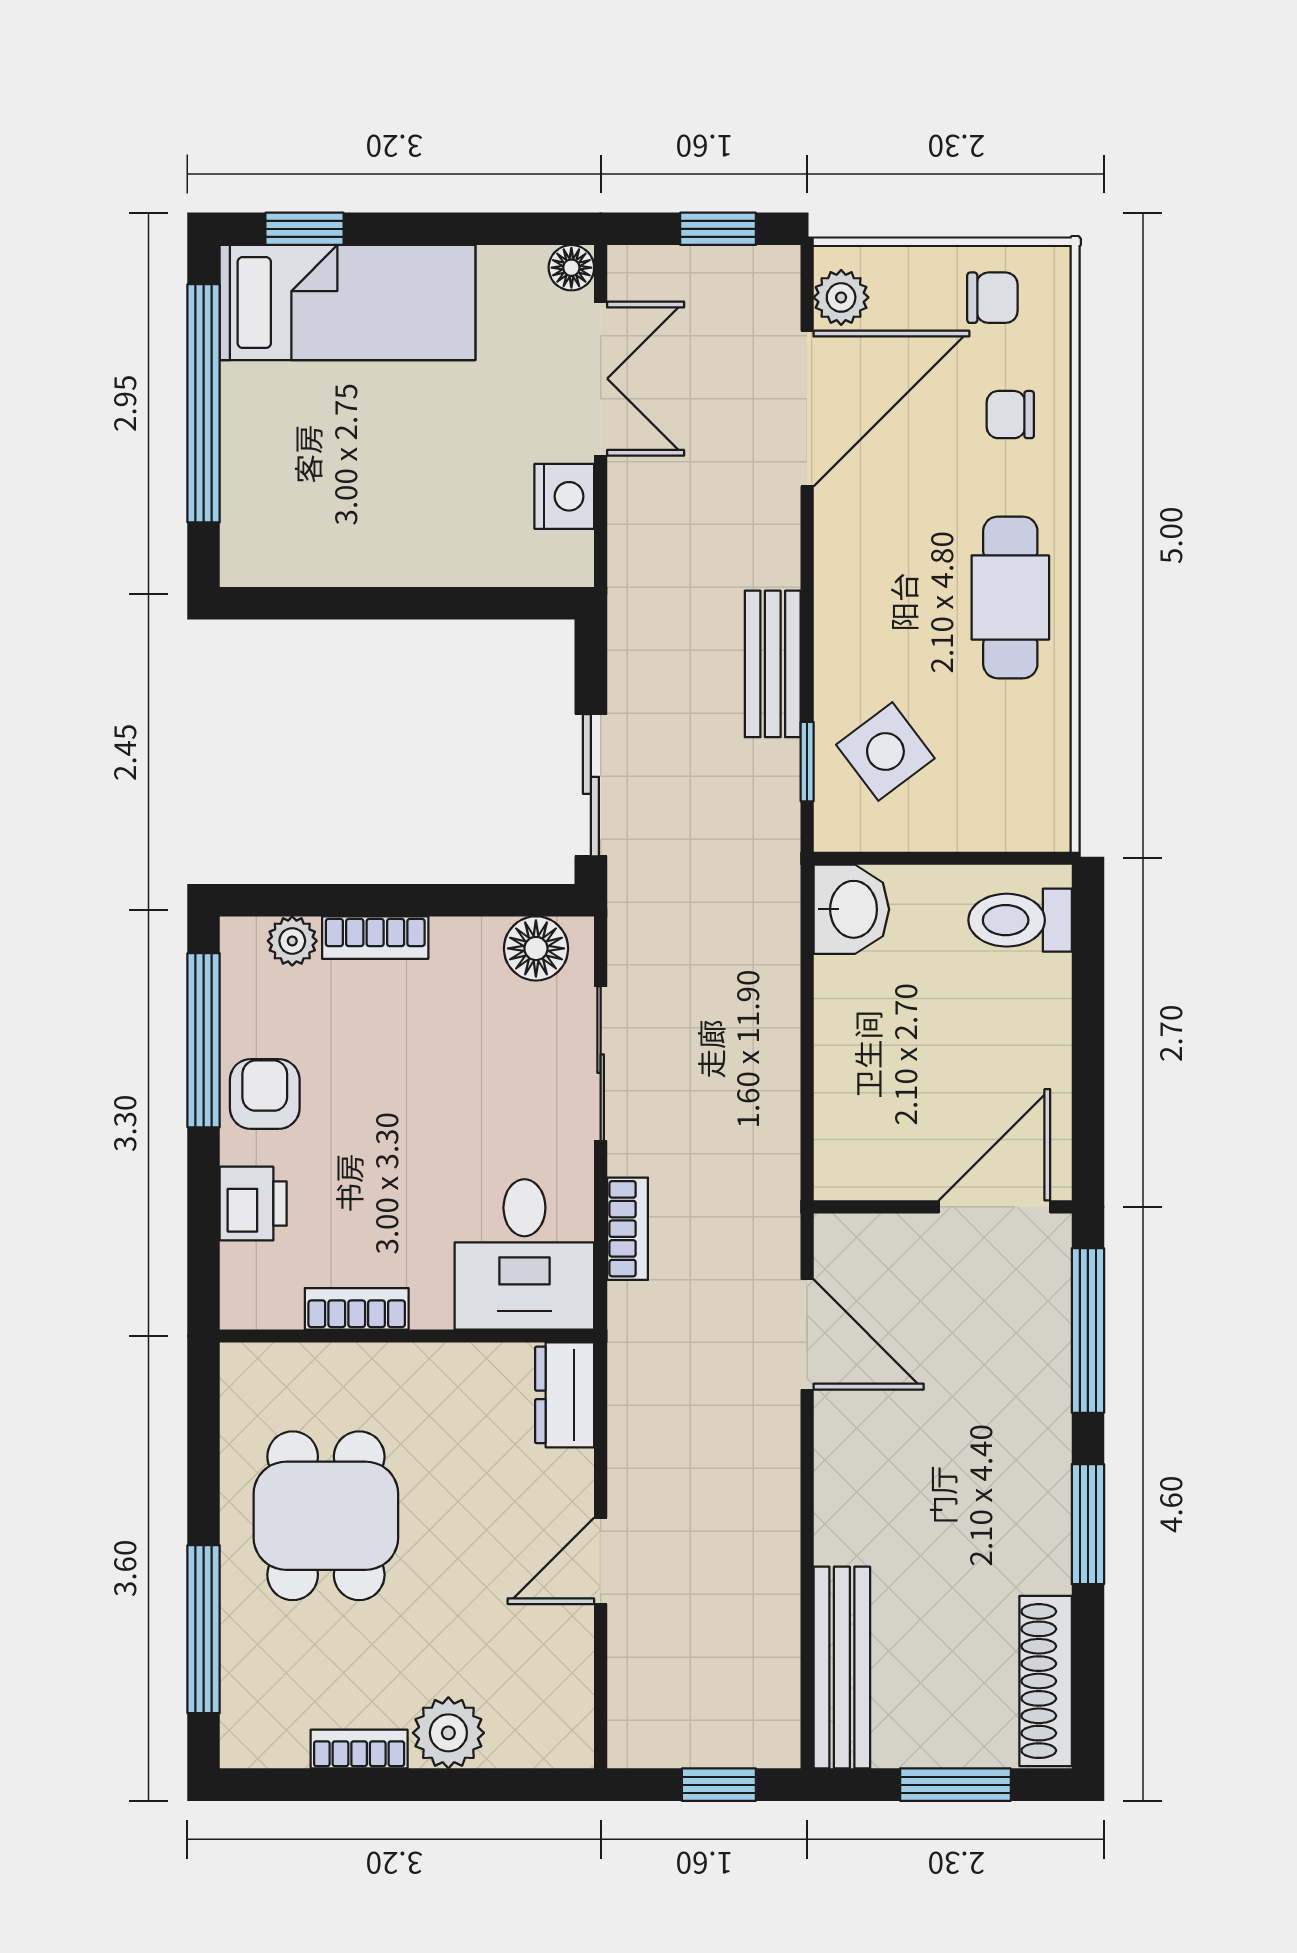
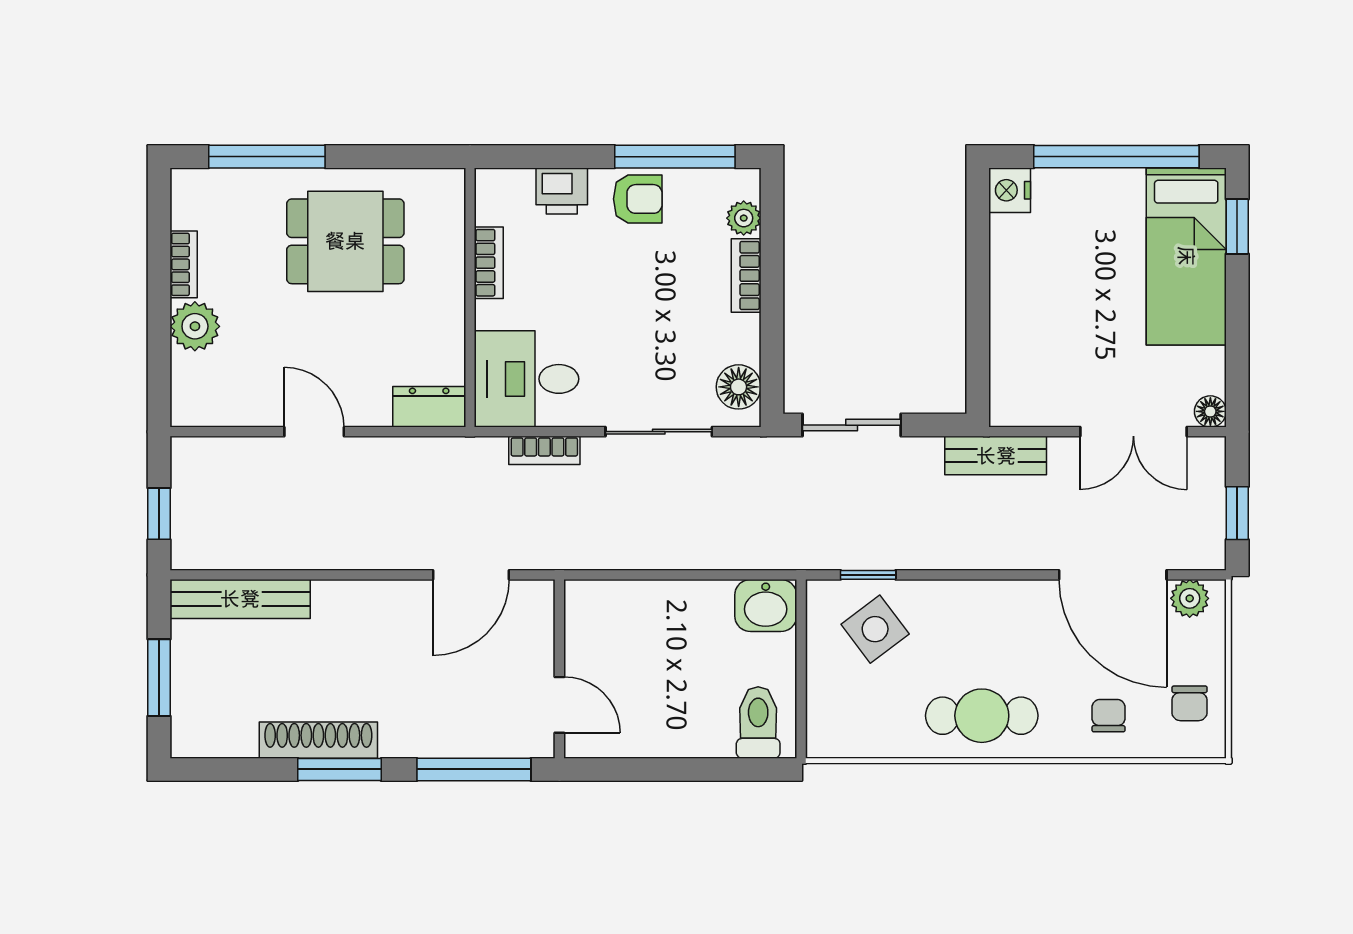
nightstand: (564, 496) -> (1010, 190), moved, turned 90
bench: (773, 664) -> (996, 456), moved
door: (995, 1207) -> (559, 705), width x0.73
shoe rack: (1046, 1681) -> (318, 740), moved

